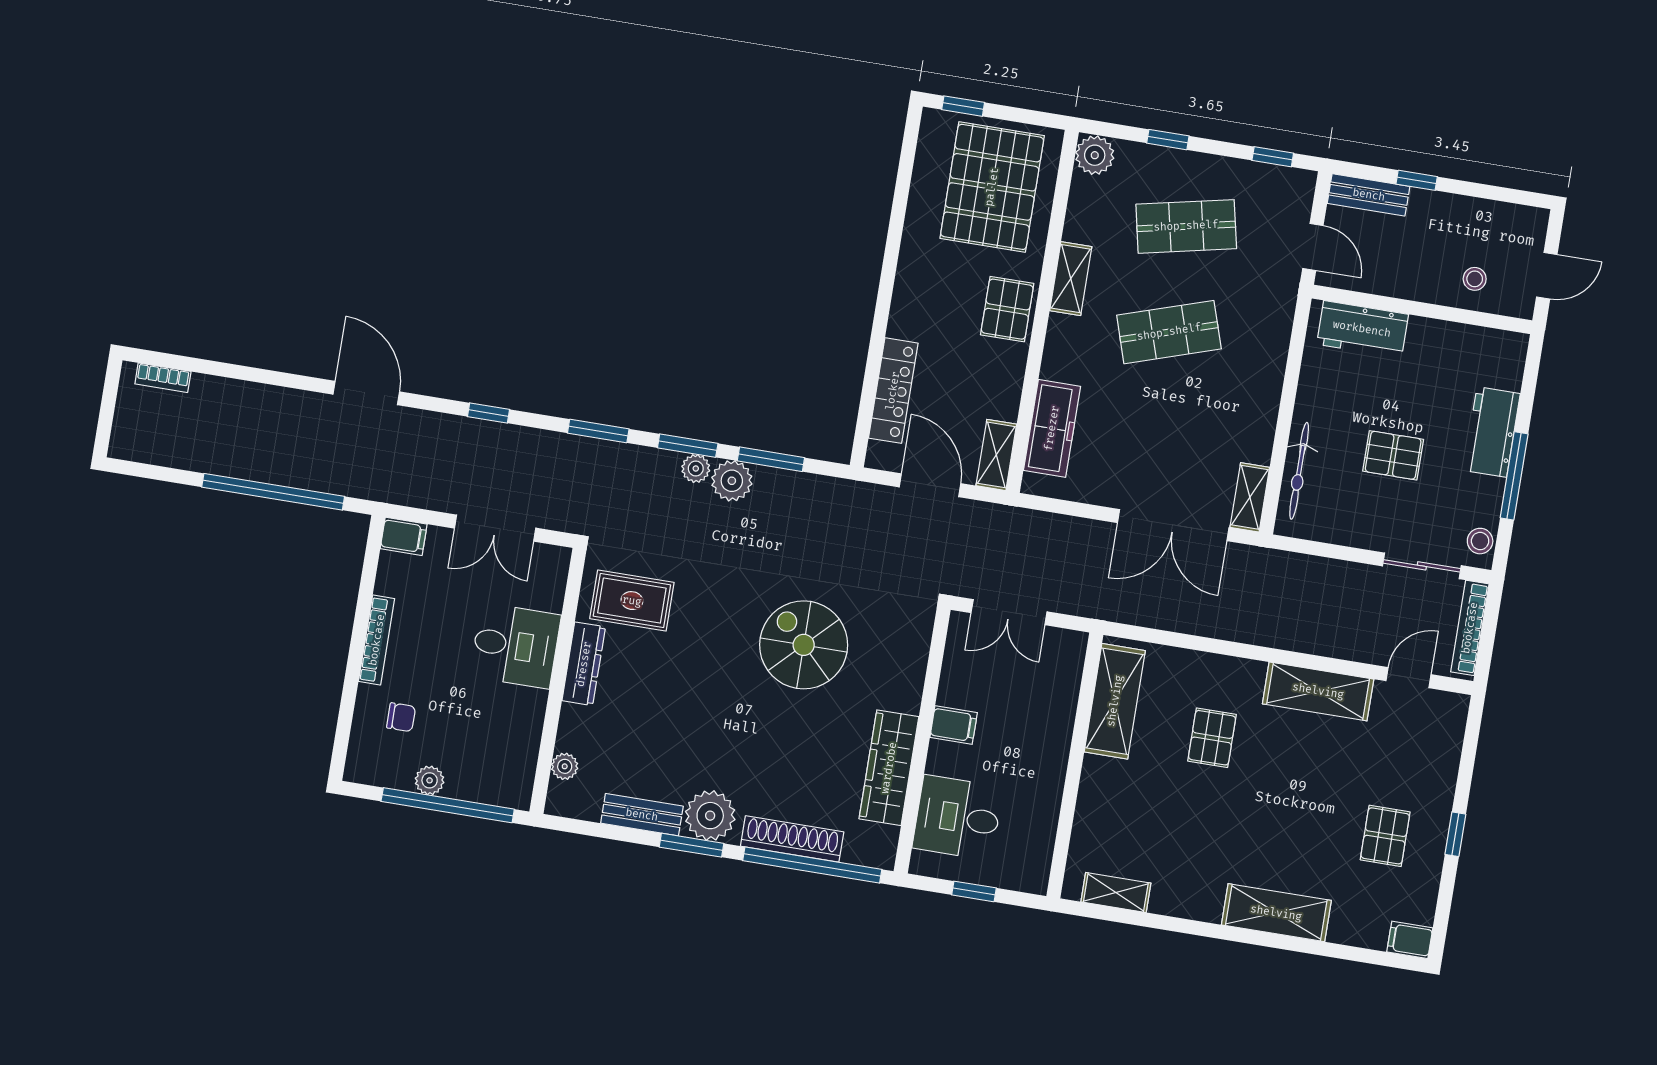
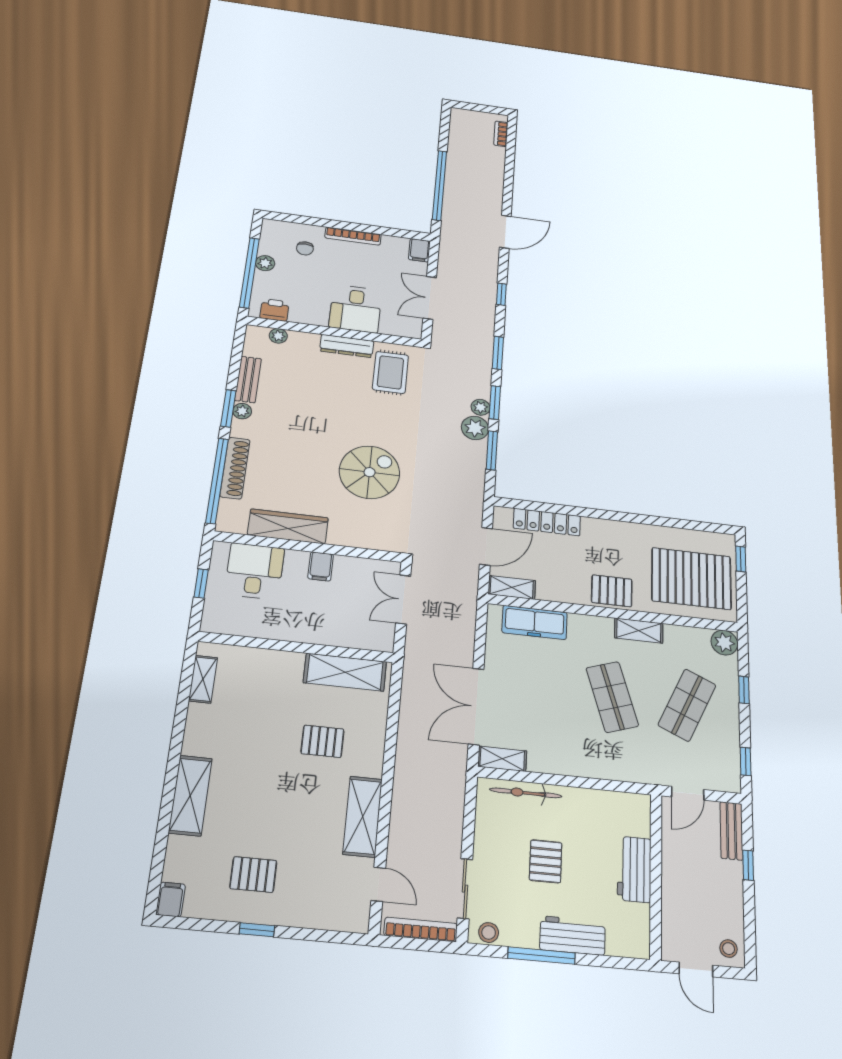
shop shelf: (1186, 226) -> (687, 705), turned 36
stool: (1475, 279) -> (729, 949), moved
workbench: (1362, 329) -> (634, 869), moved
printer: (517, 770) -> (274, 310), added
plant: (710, 816) -> (242, 411), width x0.53, depth x0.53

